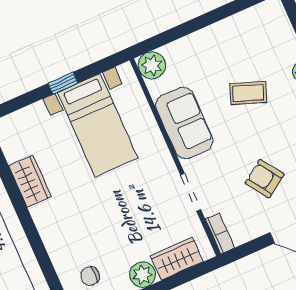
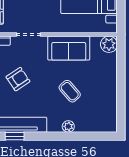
coffee table: (248, 93) -> (70, 91), turned -61

